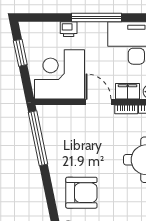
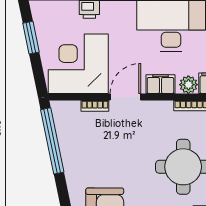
door: (98, 102) -> (125, 97), hinge flipped
bookcase: (126, 109) -> (95, 106), moved

